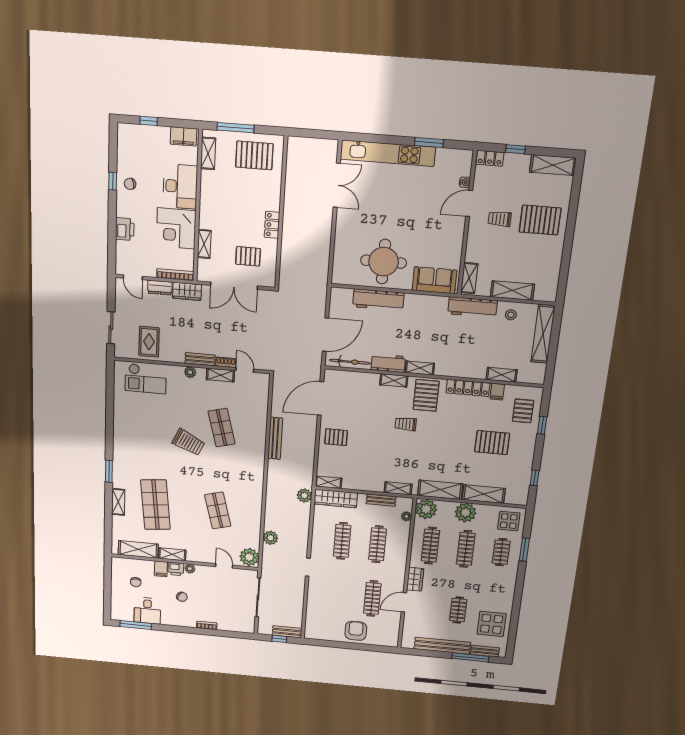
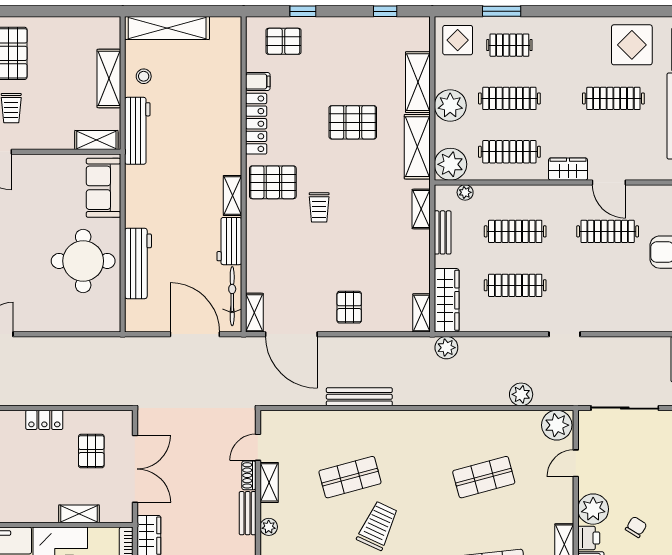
shelving: (502, 375) -> (232, 78), removed
shelving: (394, 380) -> (254, 313), moved
pallet: (492, 443) -> (353, 122), moved, turned 90
plant: (190, 569) -> (593, 509), width x1.88, depth x1.88
clothes rail: (458, 610) -> (613, 98), width x1.36

